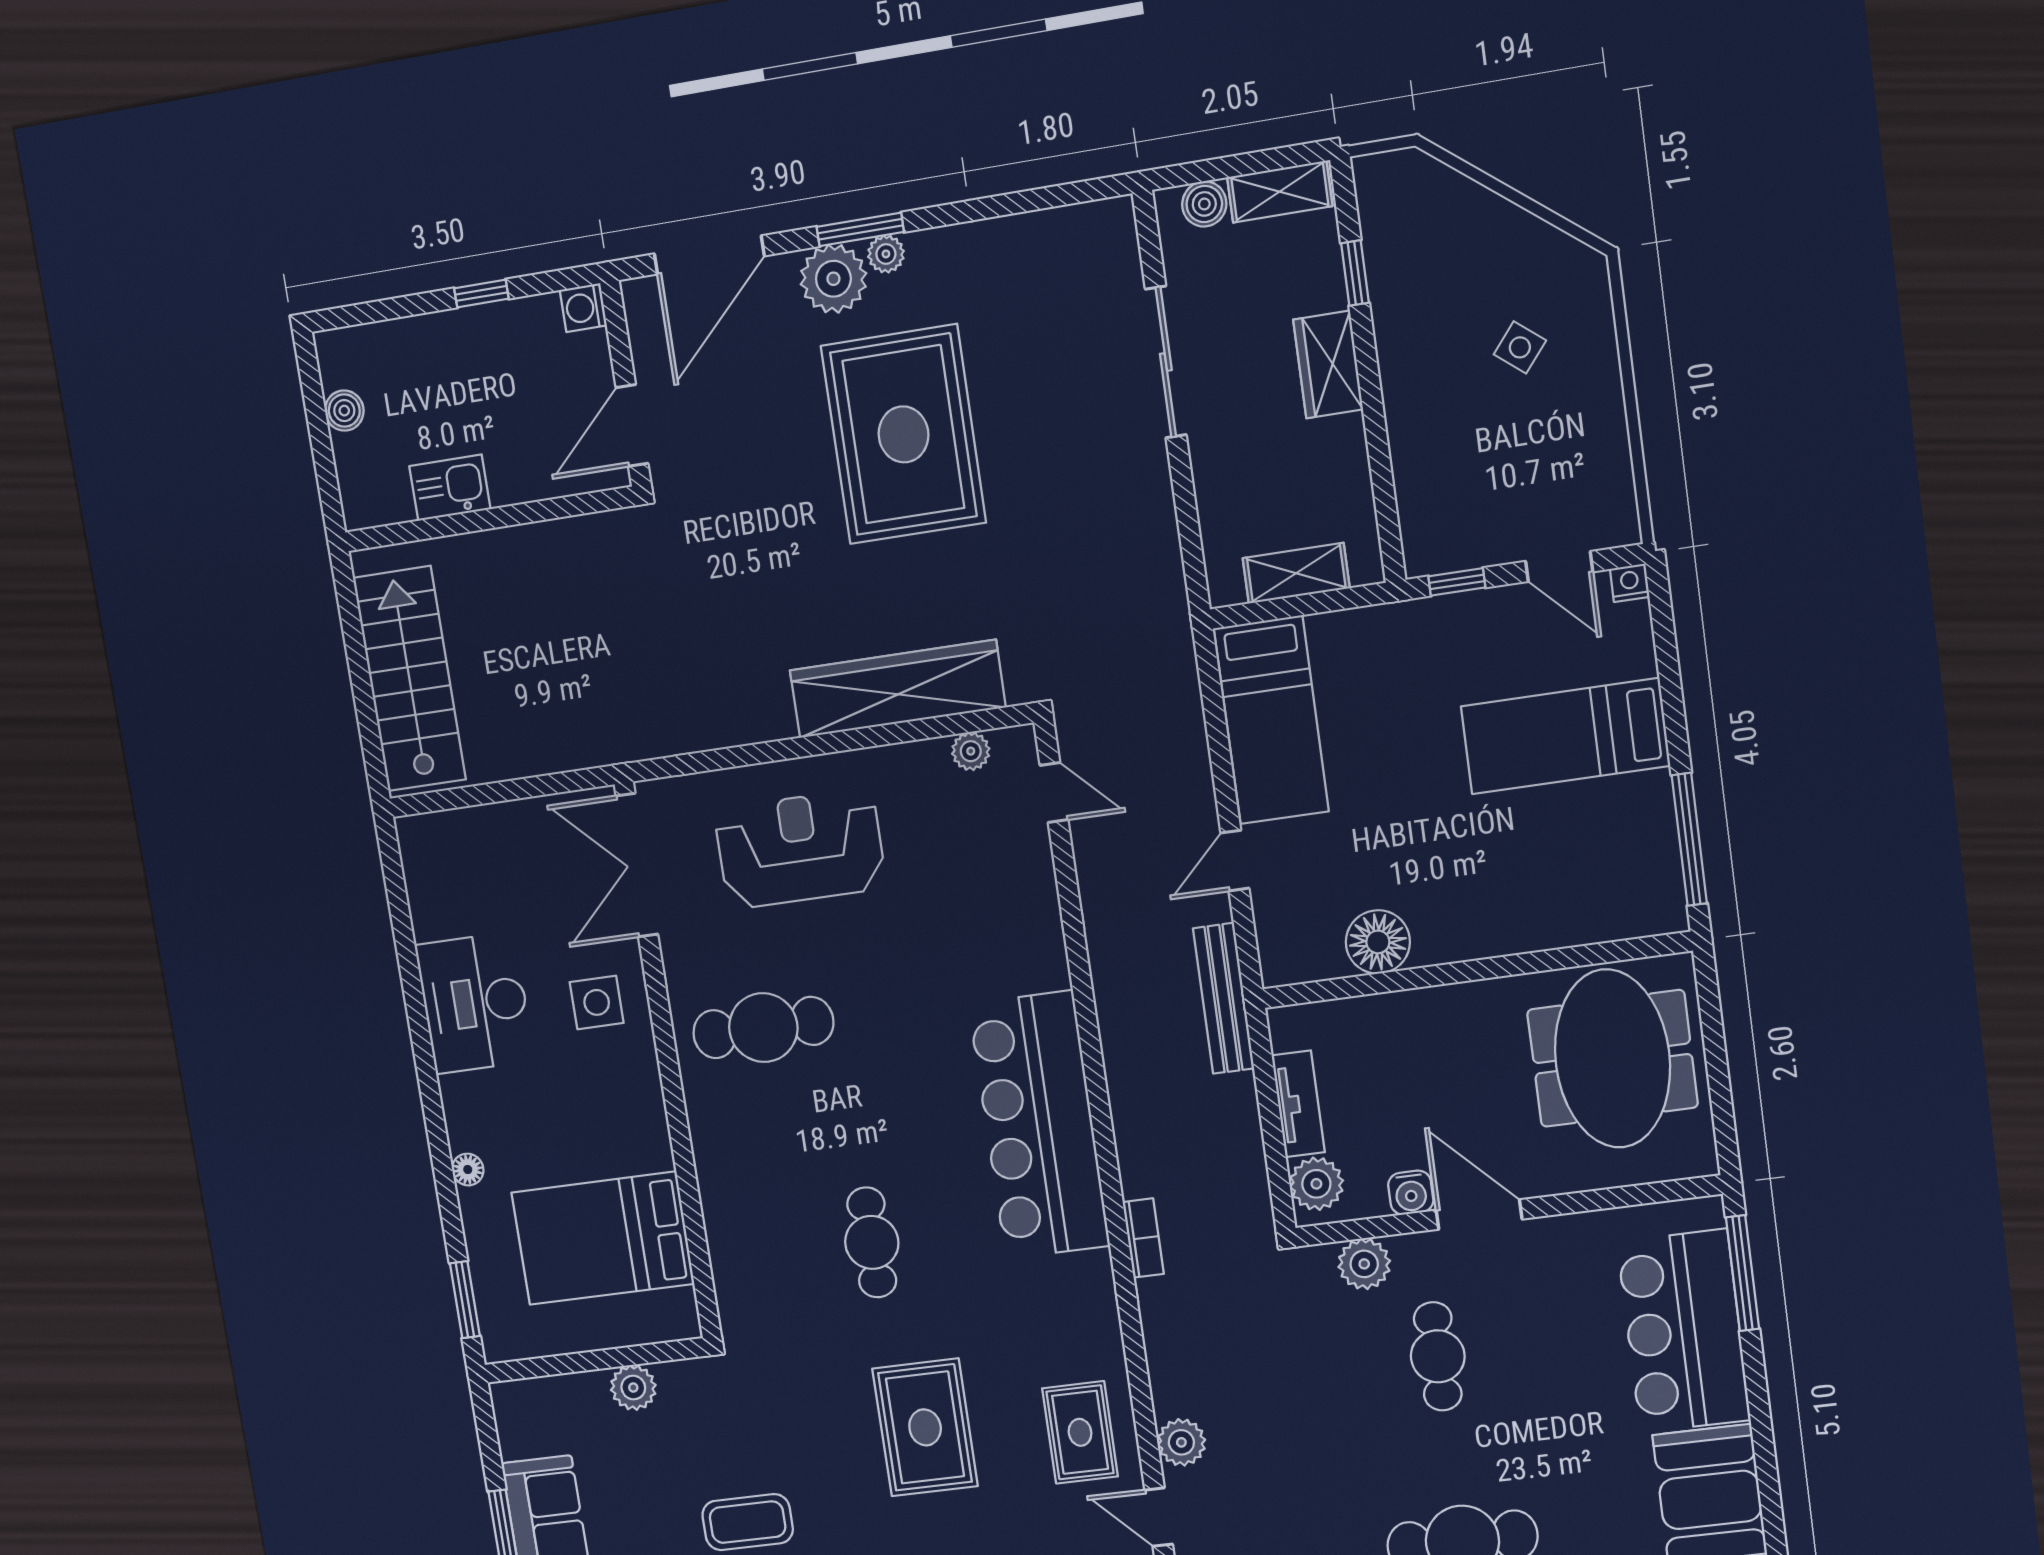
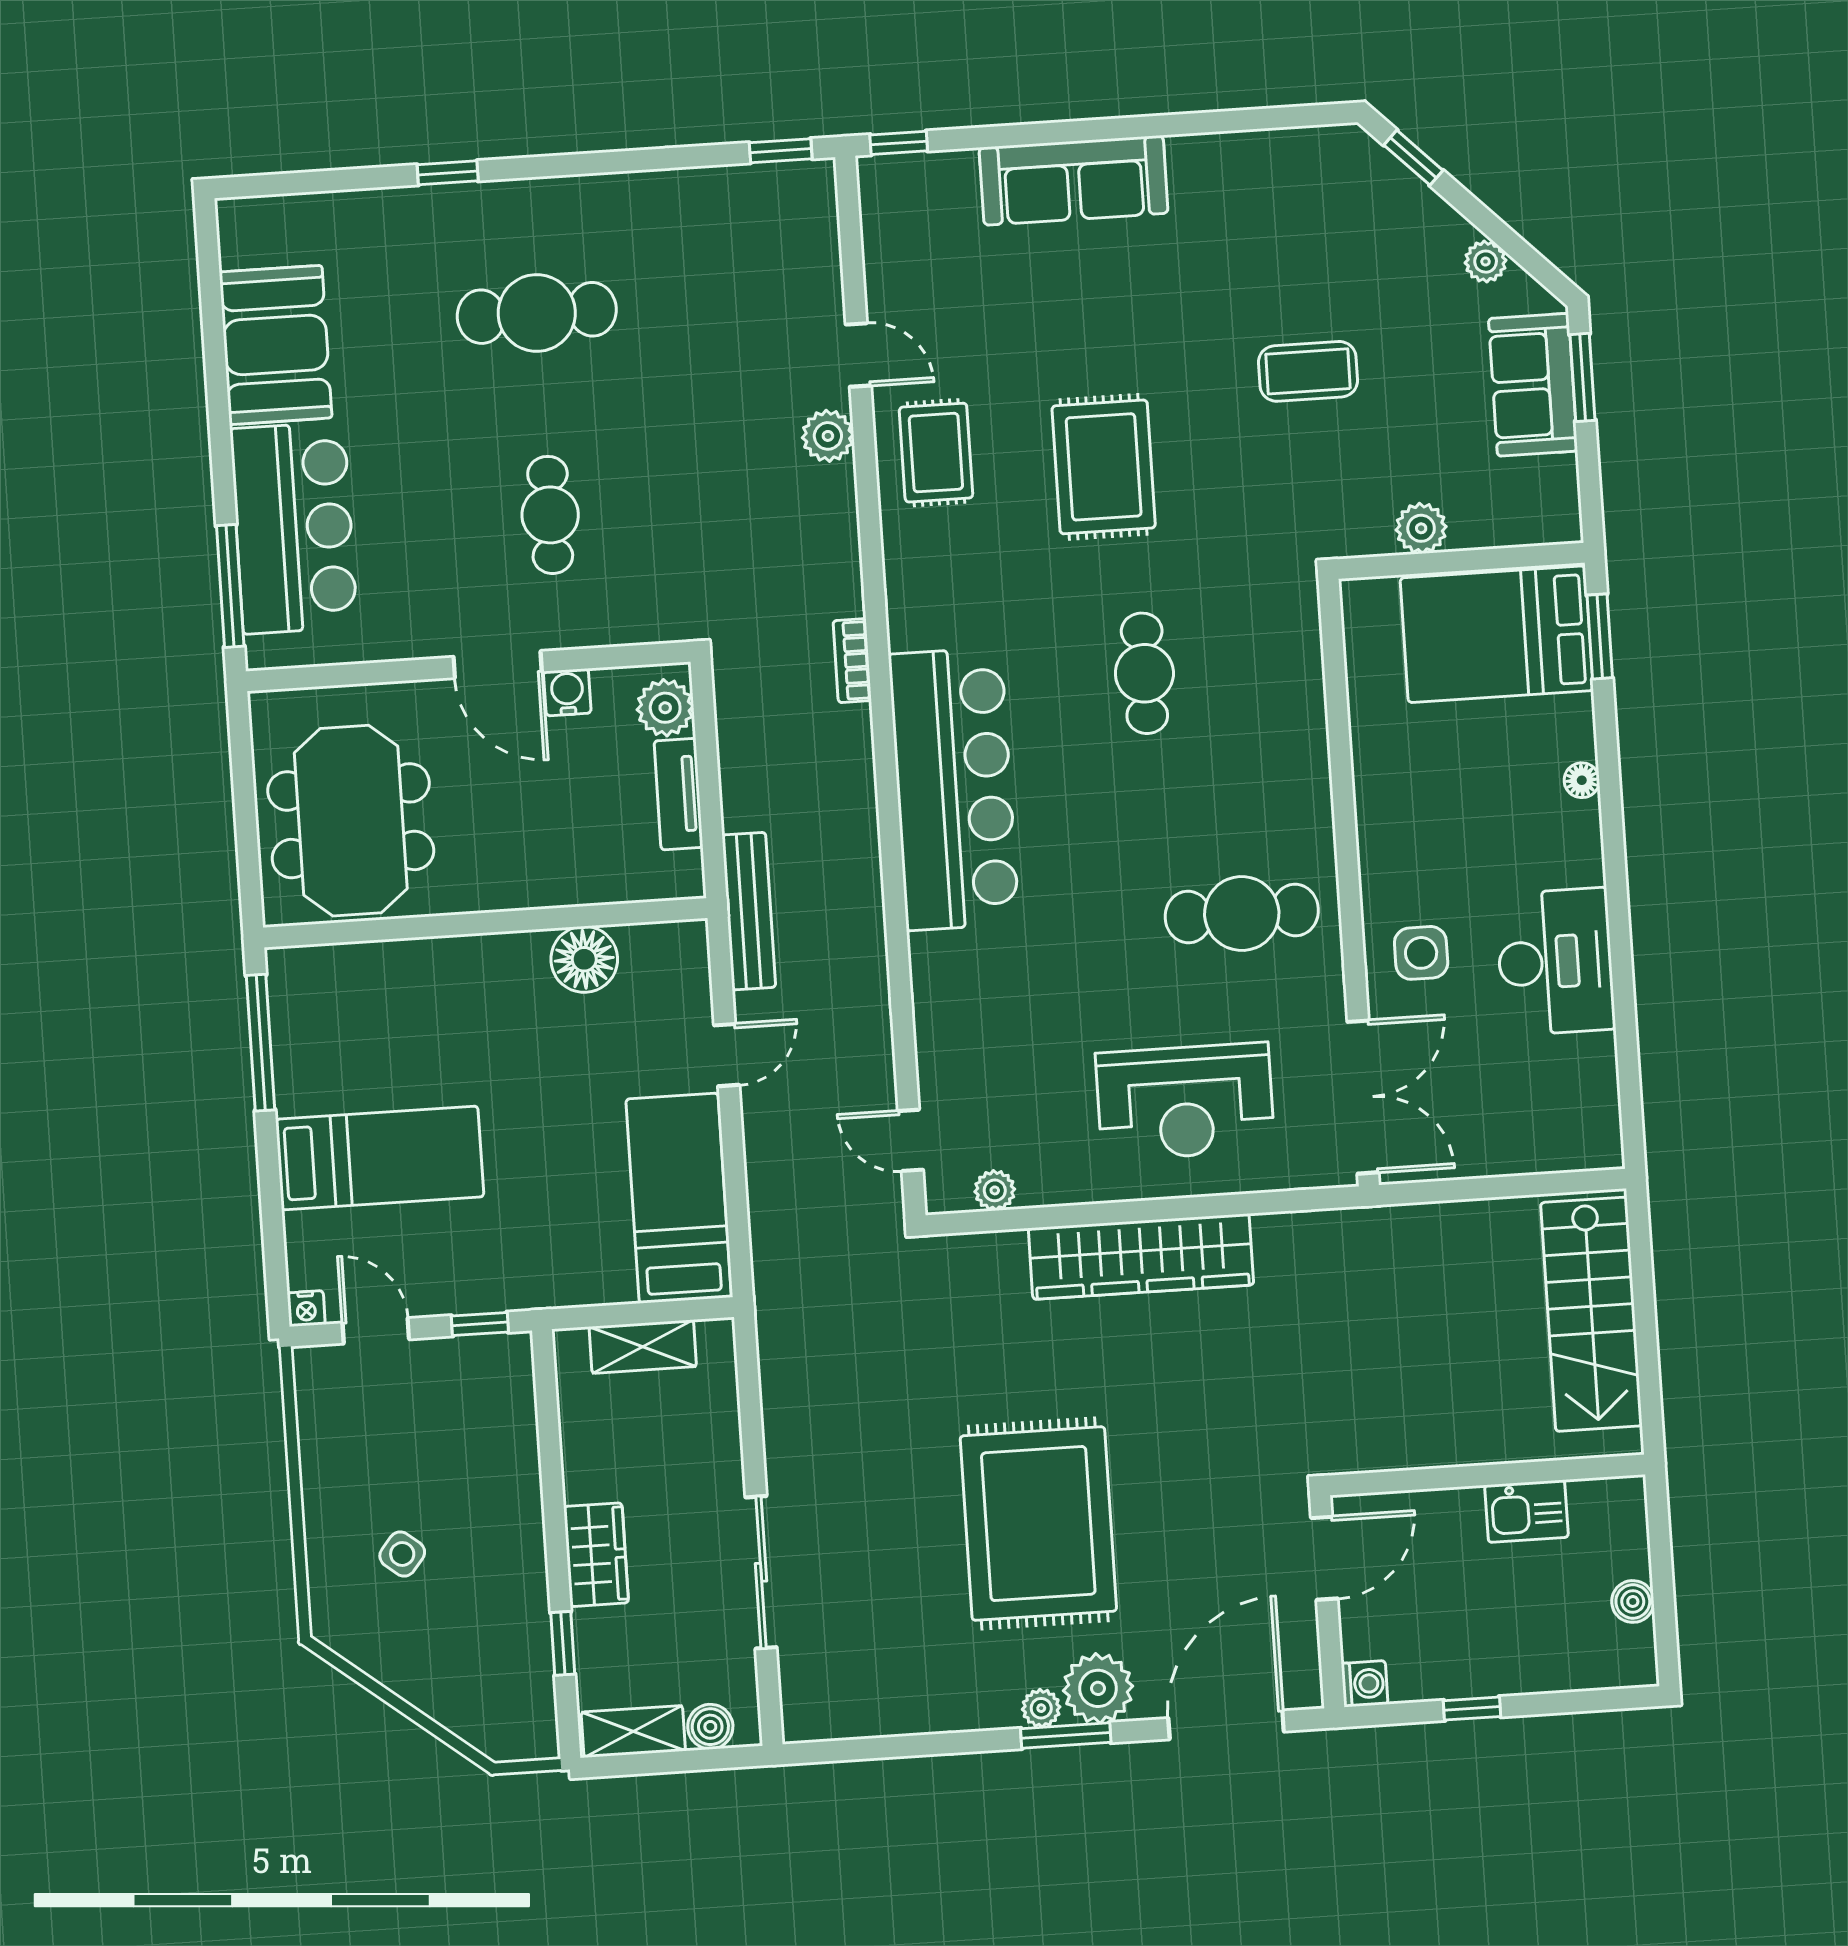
wardrobe: (898, 689) -> (1141, 1257), moved
bed: (603, 1238) -> (1497, 634), moved, turned 180
plant: (1364, 1264) -> (621, 619), removed

